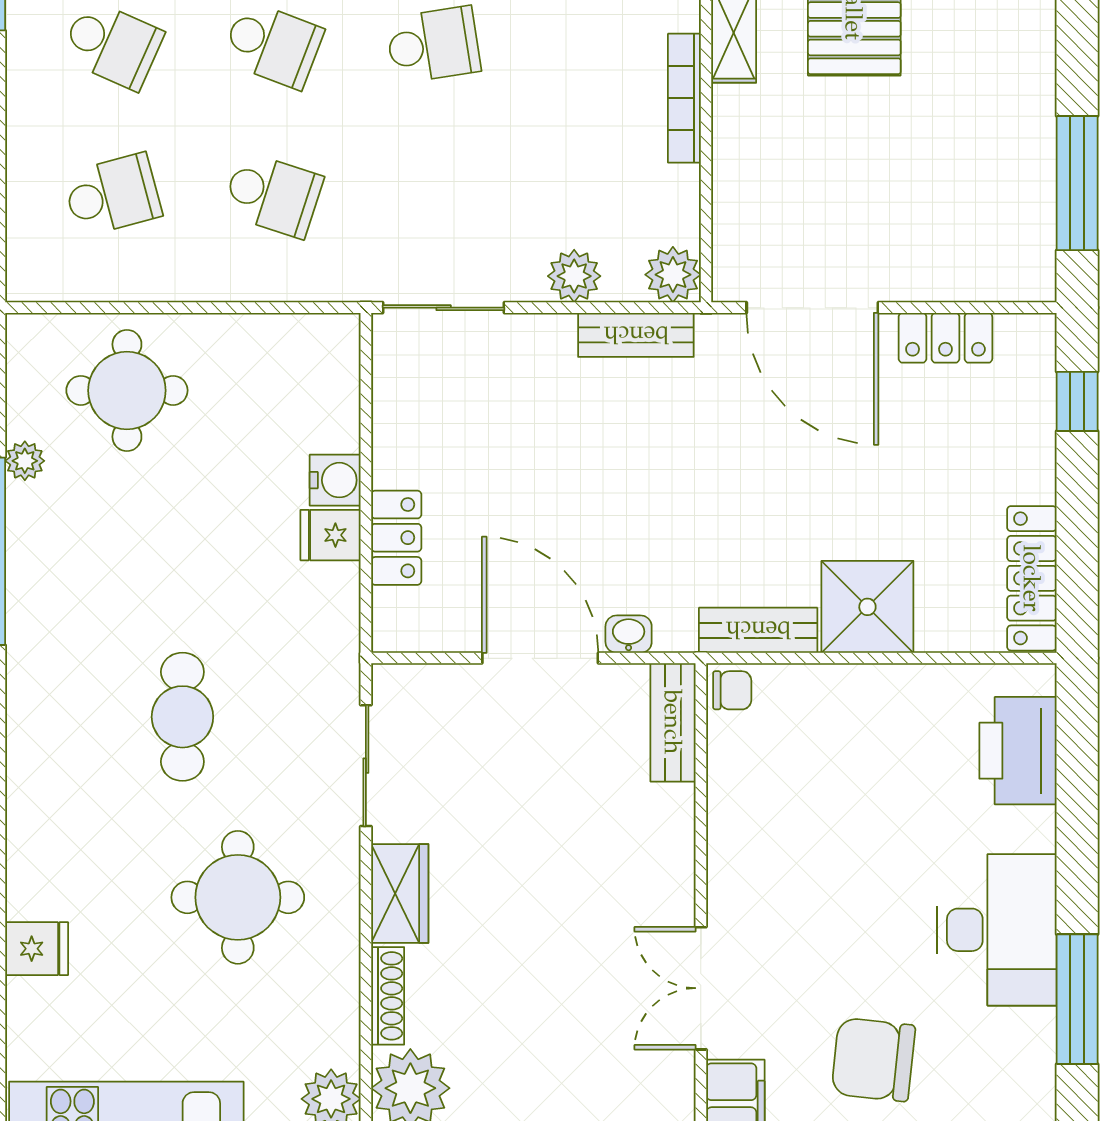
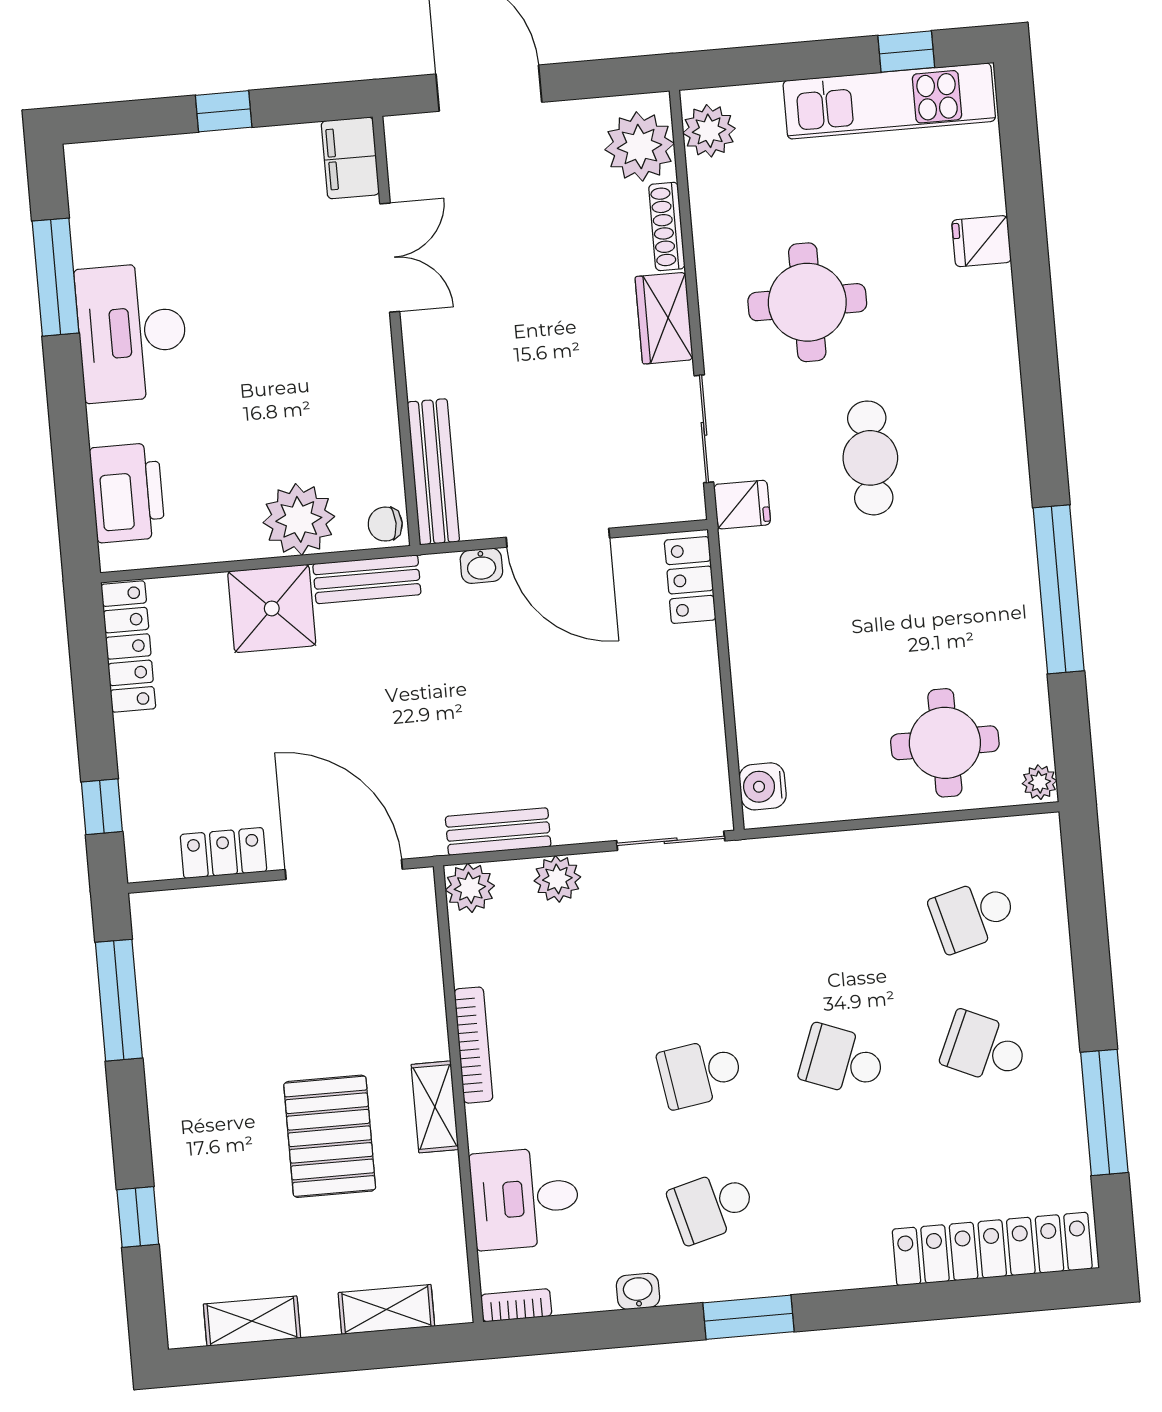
school desk: (273, 195) -> (831, 927), removed
plant: (25, 461) -> (1039, 782), moved
water cooler: (335, 480) -> (763, 786), moved
fridge: (331, 535) -> (742, 505), moved
locker: (396, 538) -> (690, 580), moved
plant: (828, 704) -> (299, 519), added
bench: (673, 722) -> (433, 472), width x1.36
chair: (873, 1060) -> (231, 208), removed

